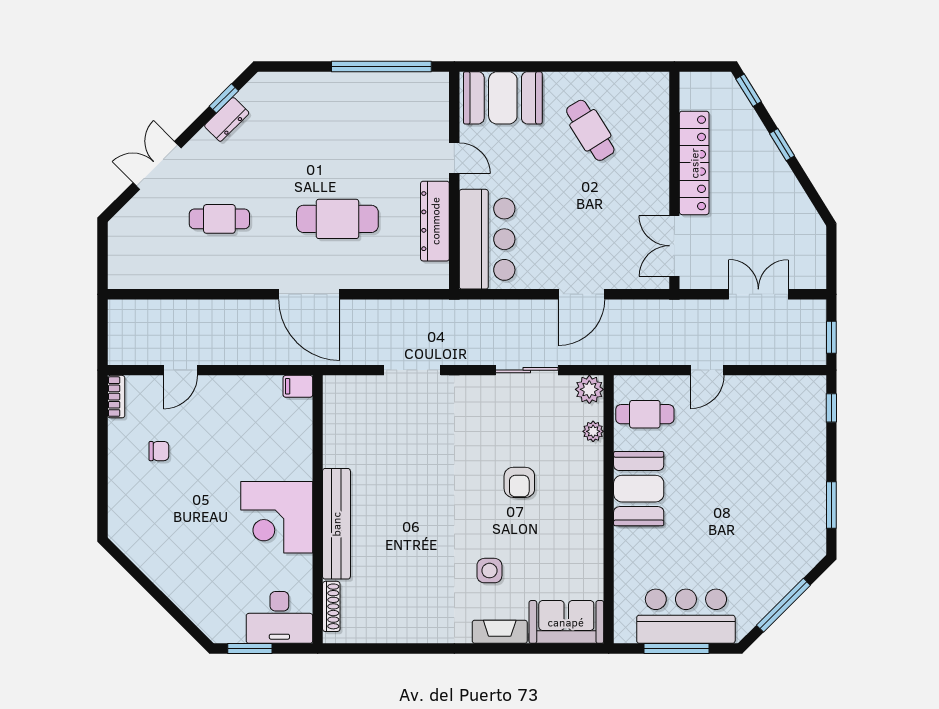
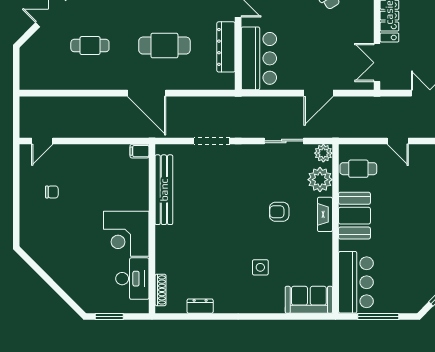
door: (181, 370) -> (42, 141), moved
door: (707, 370) -> (398, 141), hinge flipped
bookcase: (116, 397) -> (25, 158), removed
plant: (593, 431) -> (320, 180), width x1.87, depth x1.87
armchair: (519, 482) -> (279, 212), turned 90
bench: (336, 524) -> (164, 190), moved
bar counter: (686, 616) -> (356, 282), moved, turned 90
desk: (279, 617) -> (132, 279), moved, turned -90
dresser: (394, 632) -> (200, 306), added
fireplace: (500, 632) -> (325, 214), moved, turned -90

